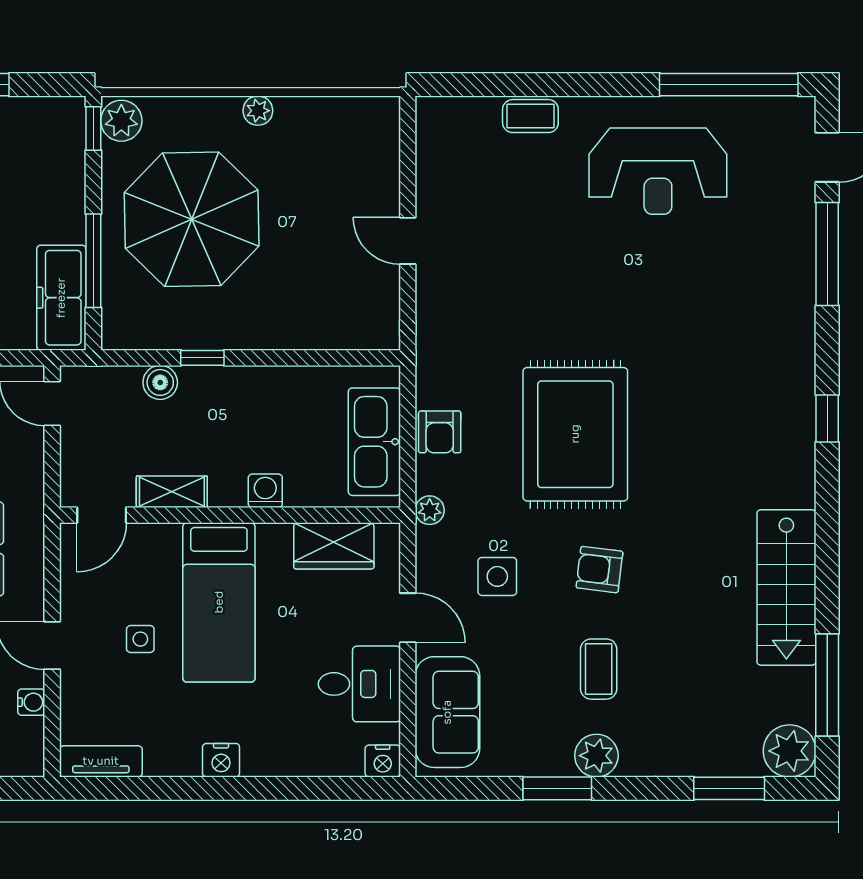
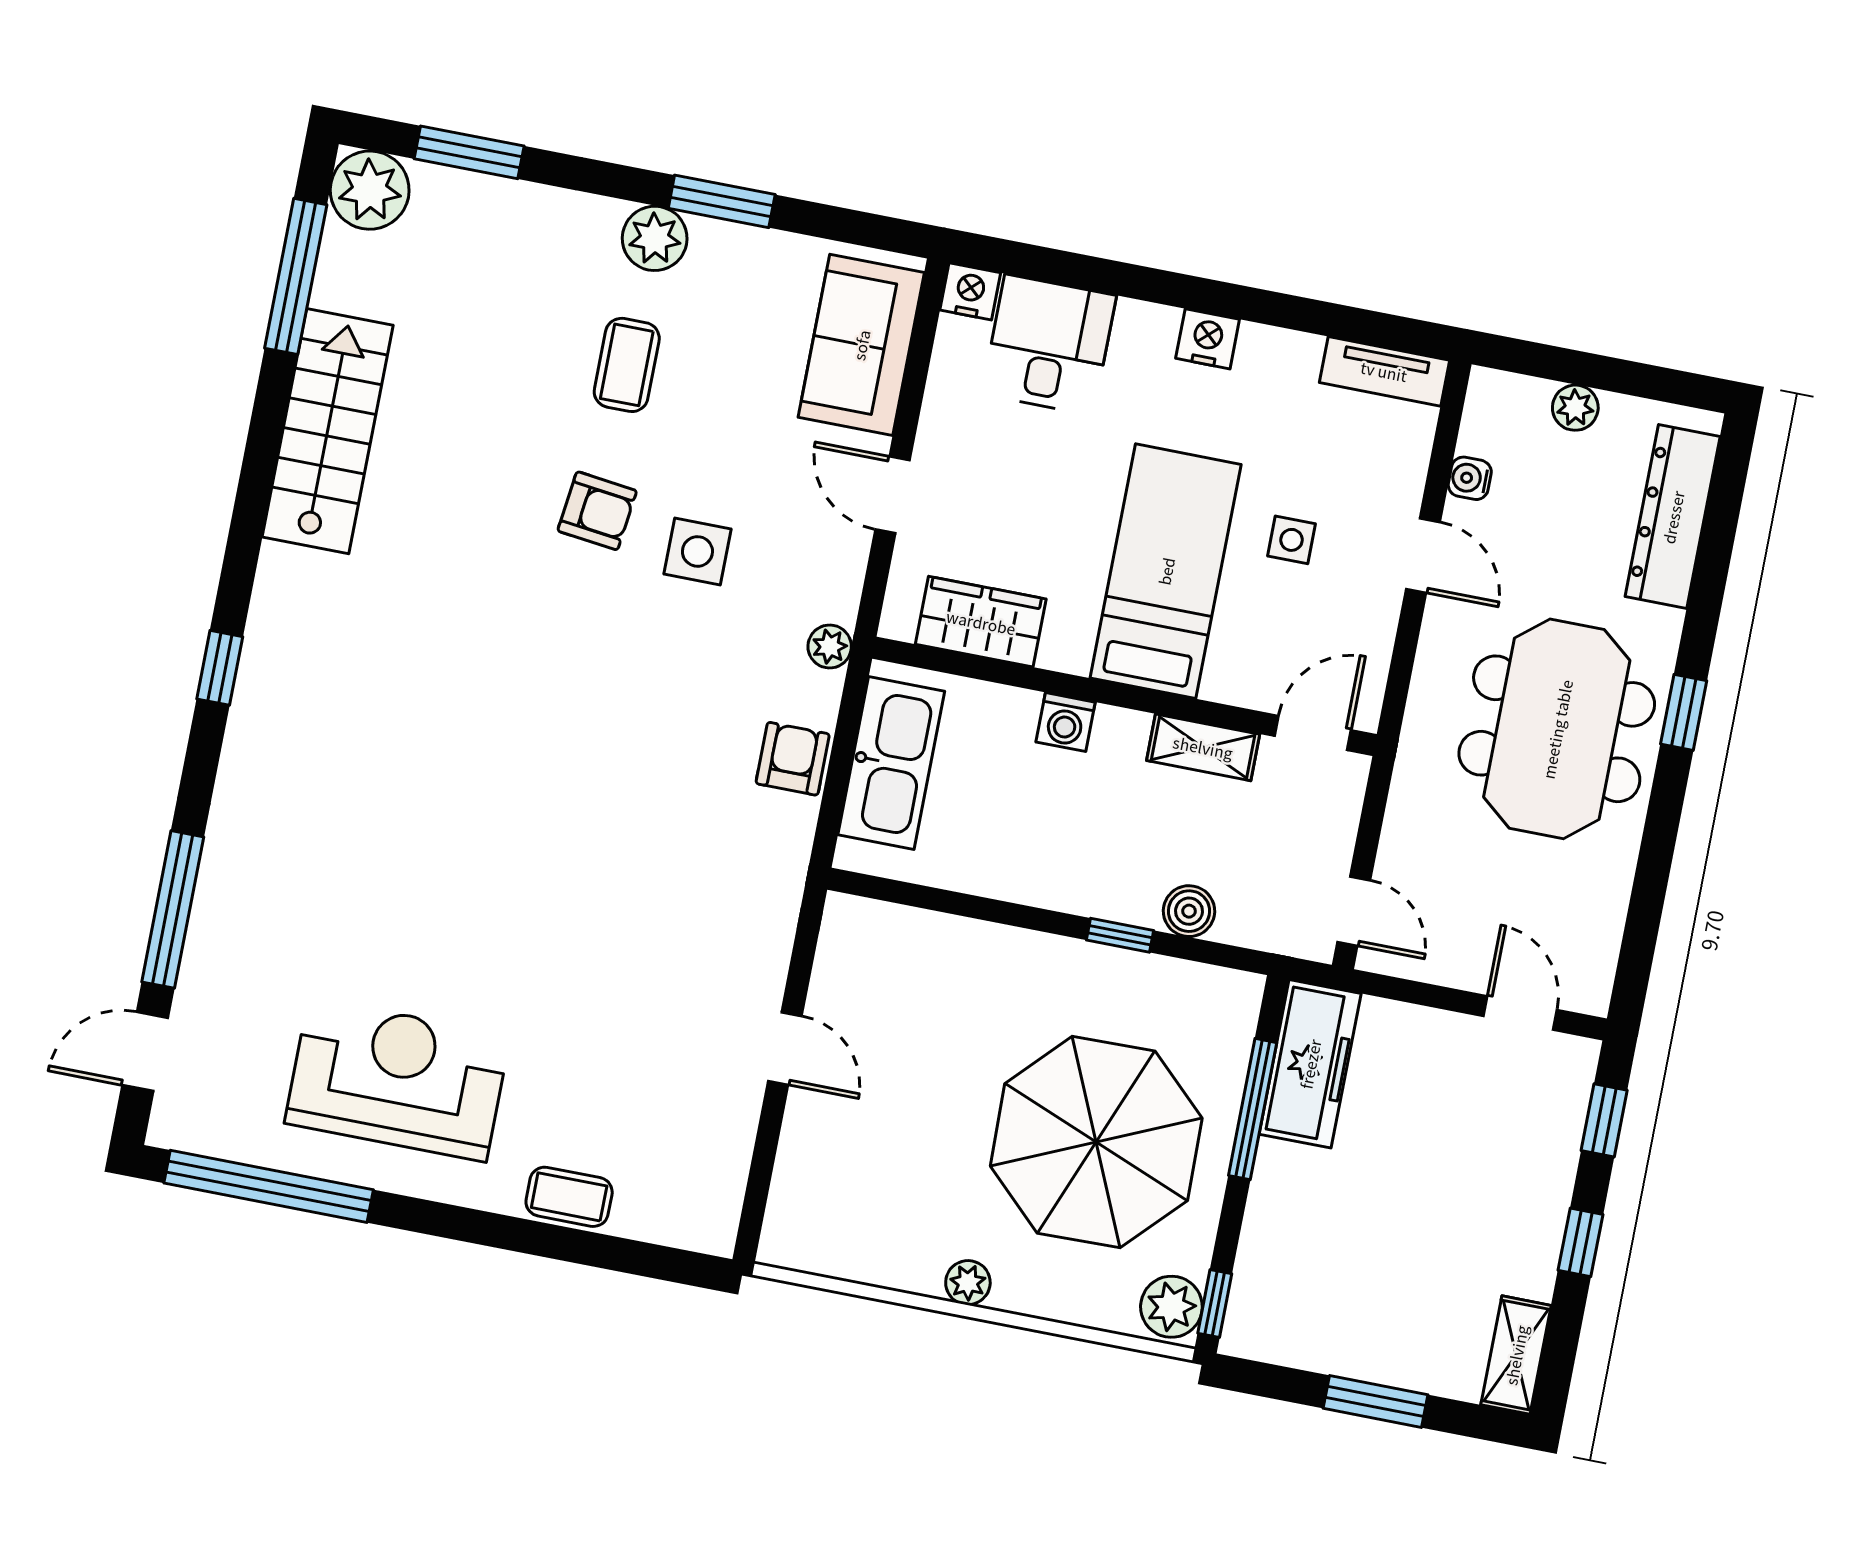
rug: (575, 434) -> (594, 717), removed
side table: (497, 576) -> (697, 551), moved
desk: (359, 684) -> (1049, 345), moved, turned 90

